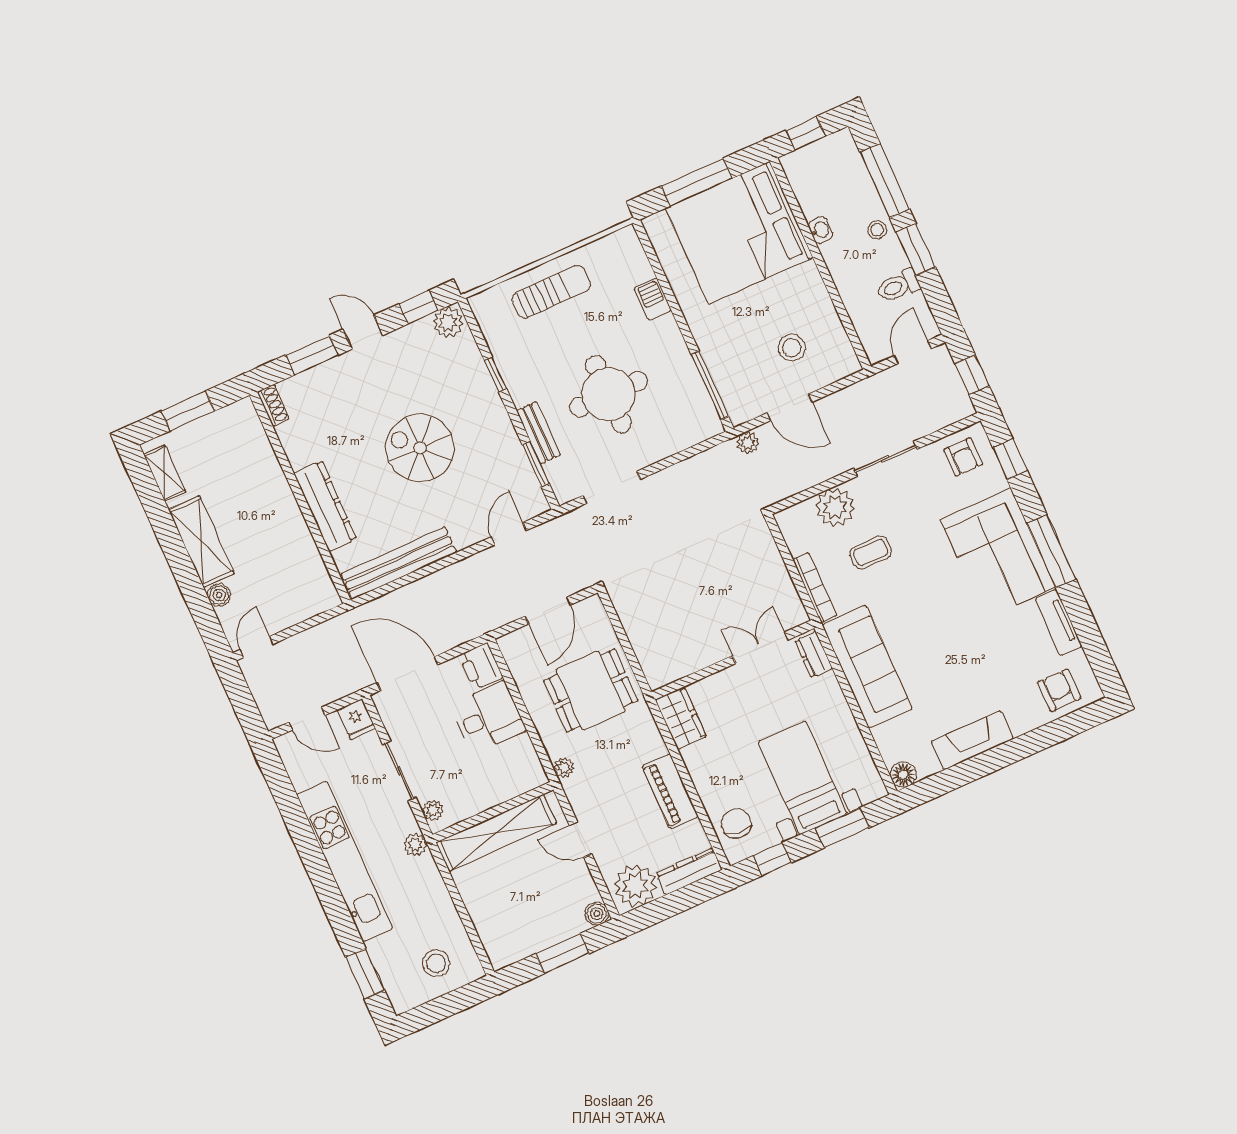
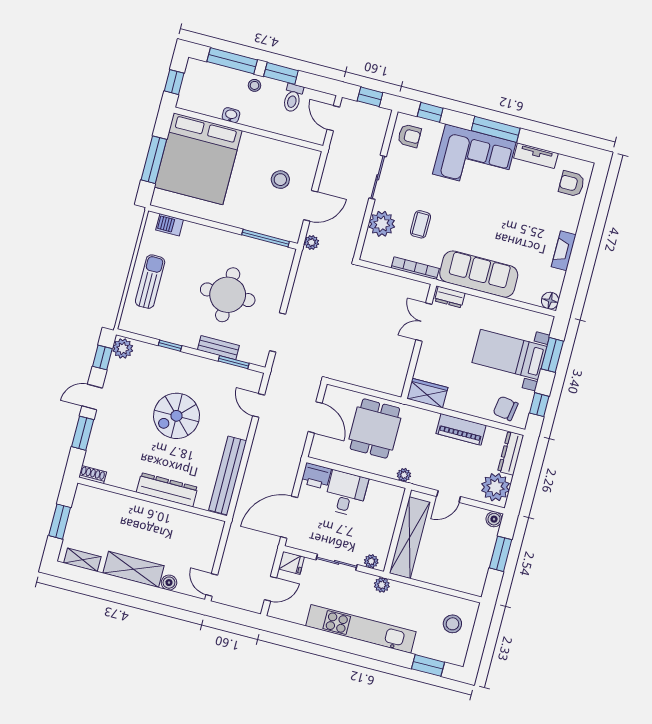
barbecue: (653, 299) -> (170, 225), moved
fireplace: (972, 740) -> (564, 251), width x0.73, depth x0.76

